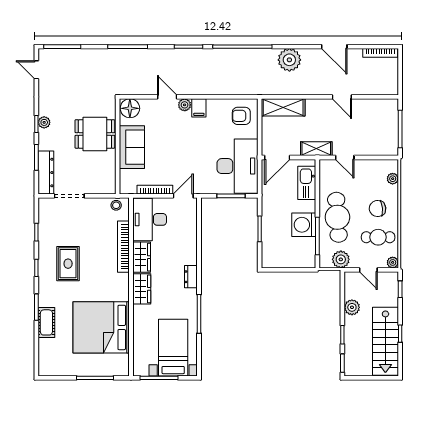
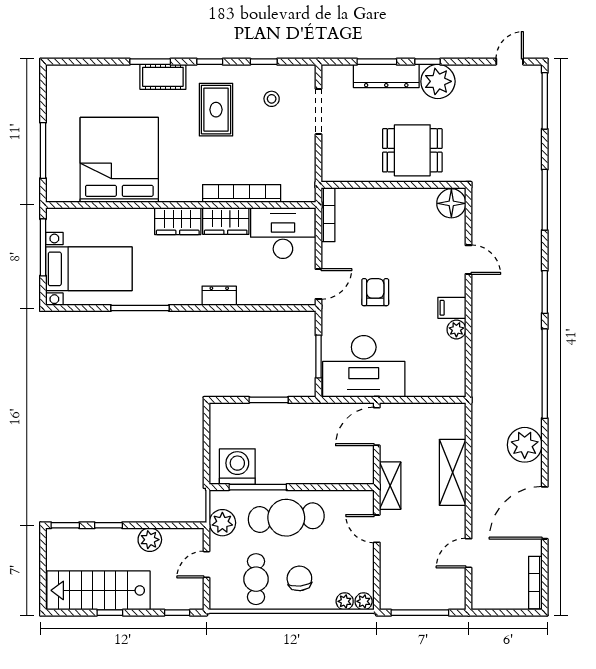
door: (334, 47) -> (545, 513), width x1.36
door: (167, 97) -> (469, 260), hinge flipped
door: (342, 97) -> (469, 553), moved
plant: (185, 105) -> (456, 330), moved
shelving: (283, 107) -> (453, 472), moved
armchair: (241, 116) -> (375, 292), moved
plant: (44, 122) -> (438, 81), width x1.88, depth x1.88
dining table: (95, 134) -> (412, 150), turned 90
sofa: (132, 147) -> (392, 206), removed
door: (277, 158) -> (377, 426), hinge flipped
door: (345, 158) -> (377, 529), hinge flipped
dresser: (46, 173) -> (386, 76), moved
kitchen sink: (307, 183) -> (338, 471), removed
bookcase: (155, 190) -> (328, 215), moved
door: (183, 196) -> (319, 284), hinge flipped
stool: (116, 205) -> (272, 99), moved
washing machine: (304, 225) -> (237, 467), moved
plant: (393, 262) -> (364, 601), moved
rug: (68, 264) -> (216, 110), turned 90
dresser: (191, 277) -> (219, 296), moved
cot: (46, 322) -> (163, 77), moved

